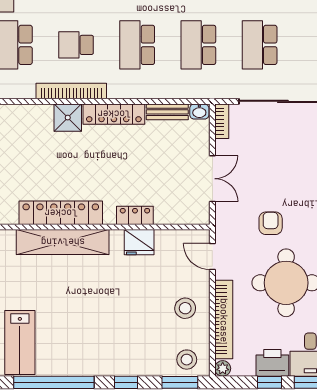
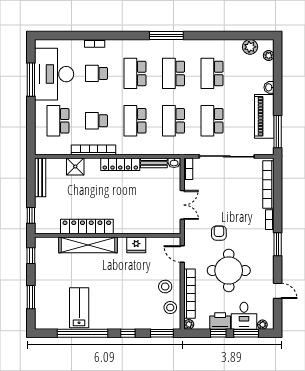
shower: (68, 118) -> (75, 167), moved
locker: (135, 215) -> (134, 228), removed
lab bench: (20, 343) -> (79, 308), moved, turned 180
stool: (187, 360) -> (170, 308), moved

